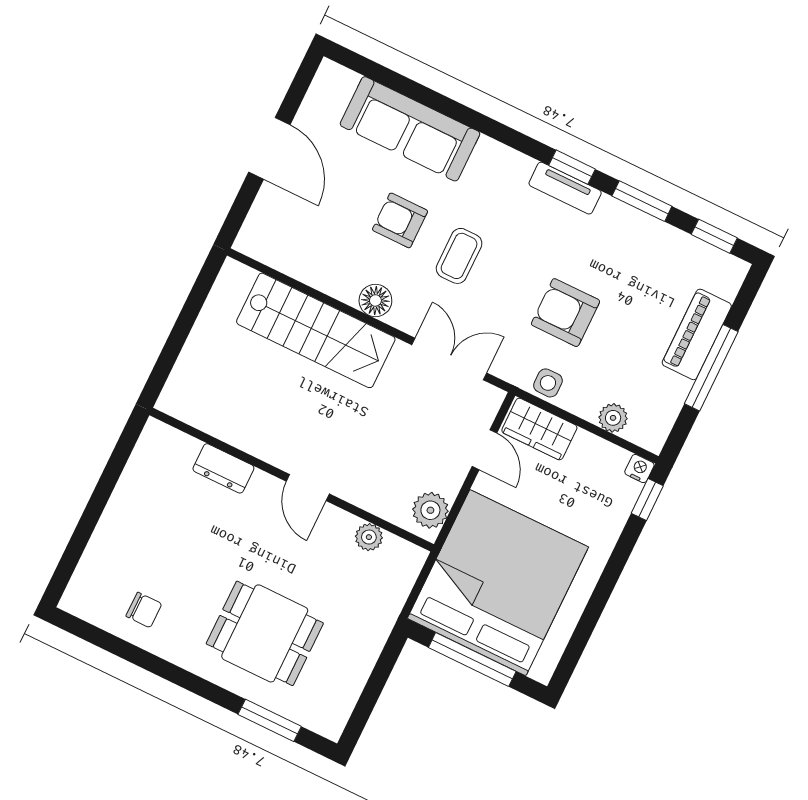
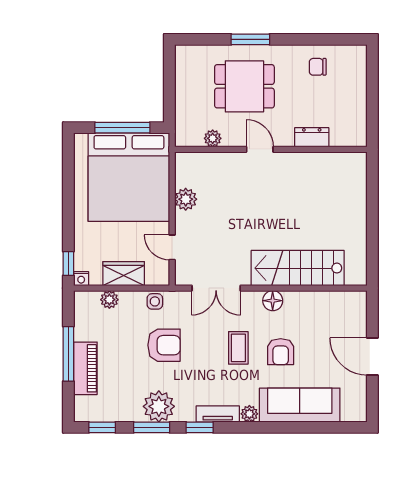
plant: (490, 152) -> (249, 414), added
tv unit: (565, 188) -> (218, 414), moved
armchair: (400, 220) -> (281, 352), turned 90
plant: (617, 227) -> (159, 406), added
wardrobe: (539, 429) -> (124, 274), moved
dresser: (223, 468) -> (312, 137), moved
wall: (292, 480) -> (271, 149), moved
door: (308, 488) -> (260, 149), moved
plant: (369, 537) -> (213, 138), moved
window: (270, 720) -> (250, 39), moved

